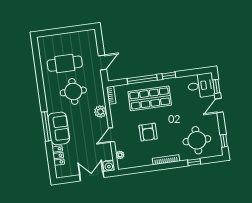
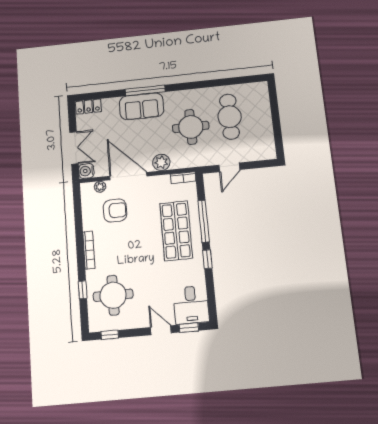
door: (103, 62) -> (229, 167), hinge flipped
armchair: (148, 132) -> (115, 210), moved, turned 180
door: (111, 135) -> (128, 176), width x1.87
locker: (58, 156) -> (88, 107), moved

